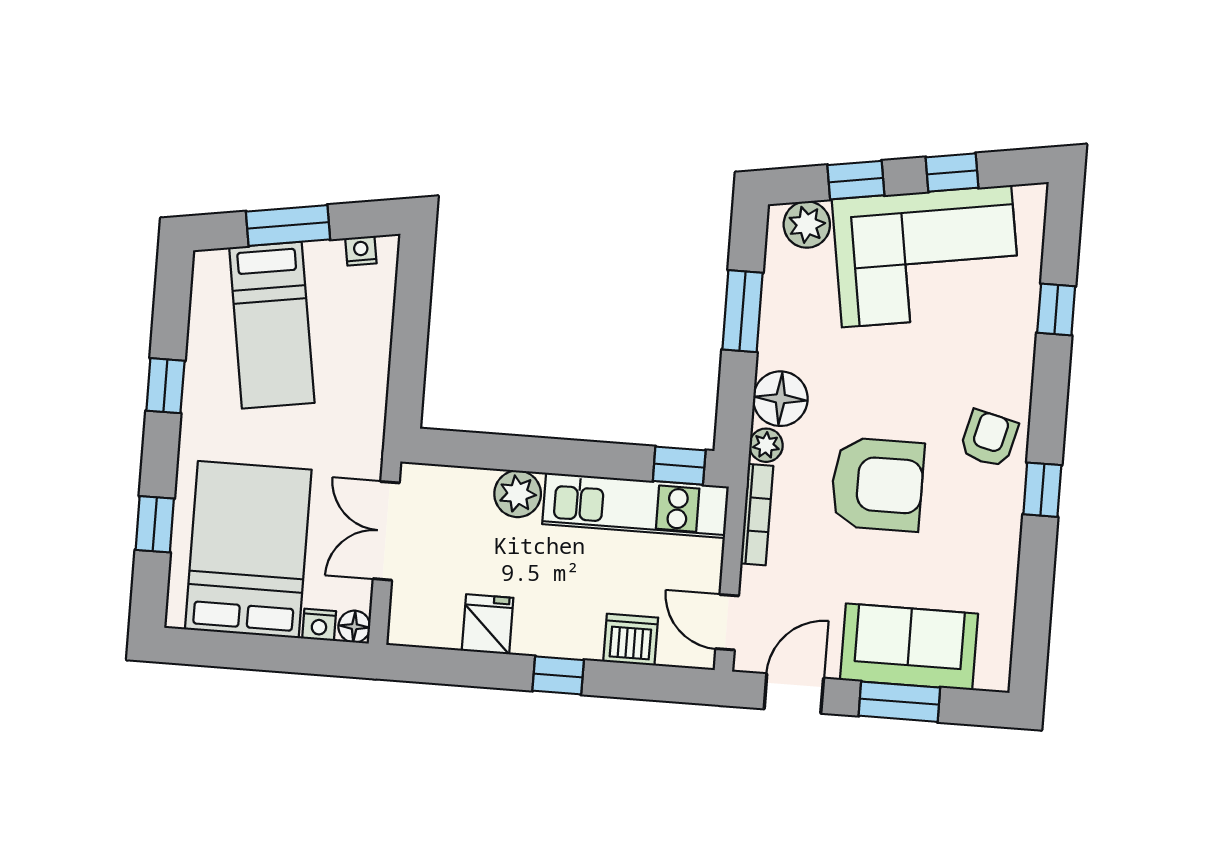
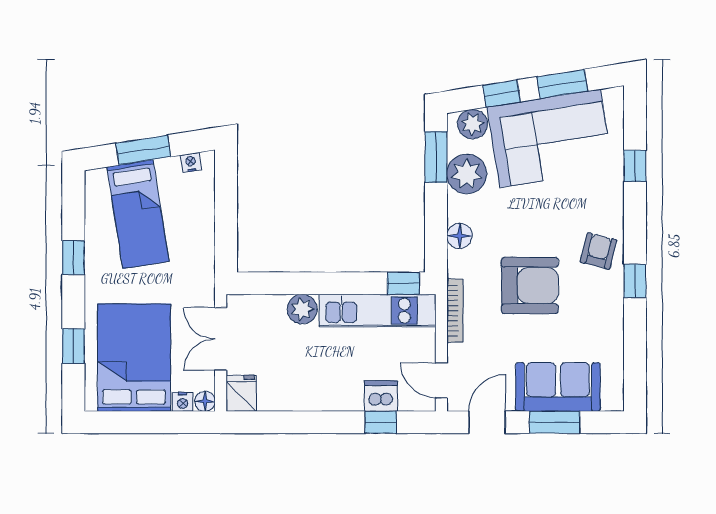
window: (952, 172) -> (562, 84), width x1.50
window: (742, 311) -> (436, 157), moved
floor lamp: (780, 399) -> (459, 236), width x0.73, depth x0.73
plant: (766, 445) -> (467, 174), moved, width x1.88, depth x1.88
fridge: (488, 624) -> (241, 393), moved
window: (558, 675) -> (381, 422), moved

